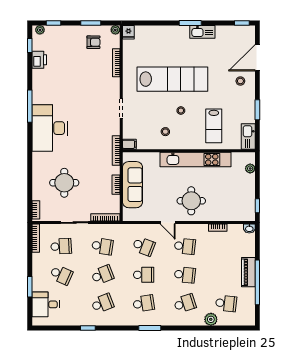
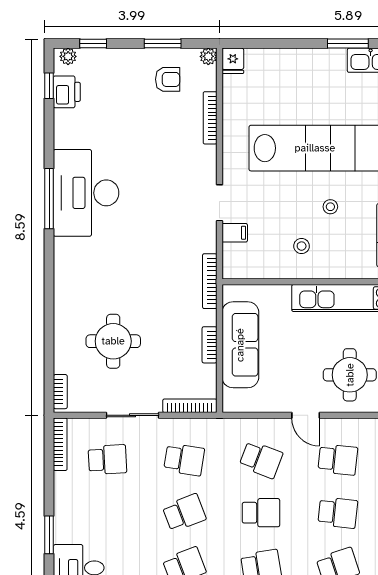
printer: (39, 60) -> (67, 92), moved
desk: (50, 128) -> (86, 193), moved
filing cabinet: (129, 144) -> (235, 233), moved
school desk: (61, 275) -> (107, 513), removed

